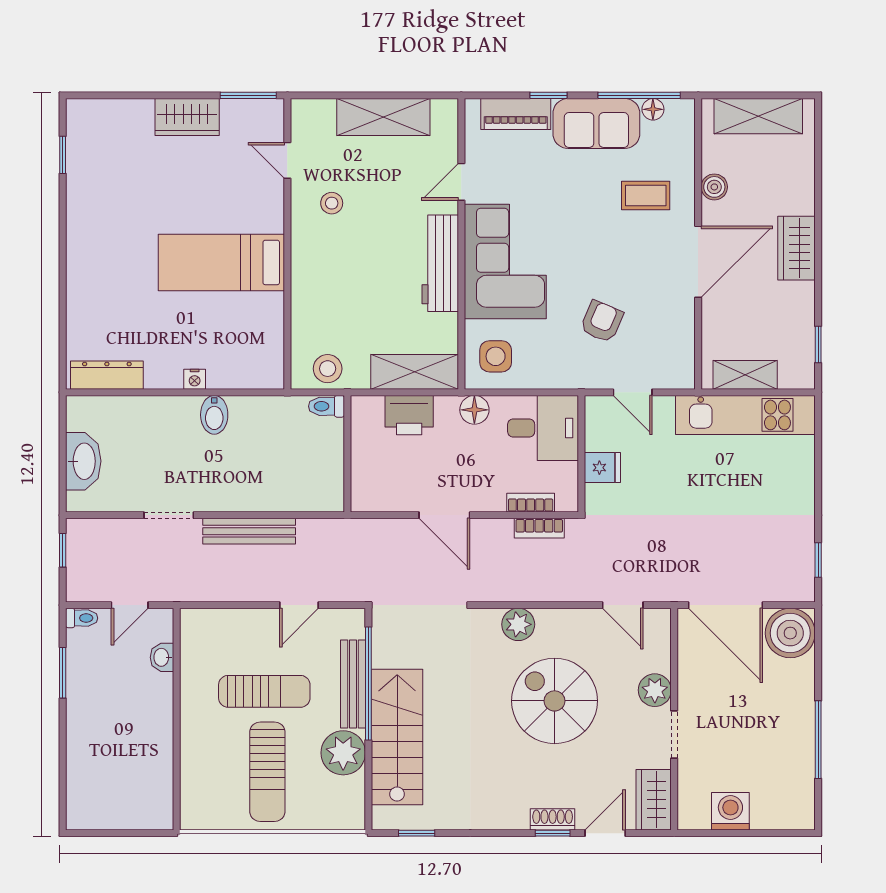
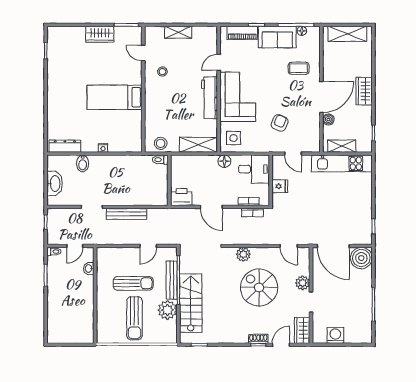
shelving: (383, 117) -> (178, 32), width x0.67, depth x0.75
boiler: (714, 187) -> (328, 120), moved
bidet: (214, 415) -> (83, 163), moved
printer: (409, 415) -> (181, 197), moved, turned 180

